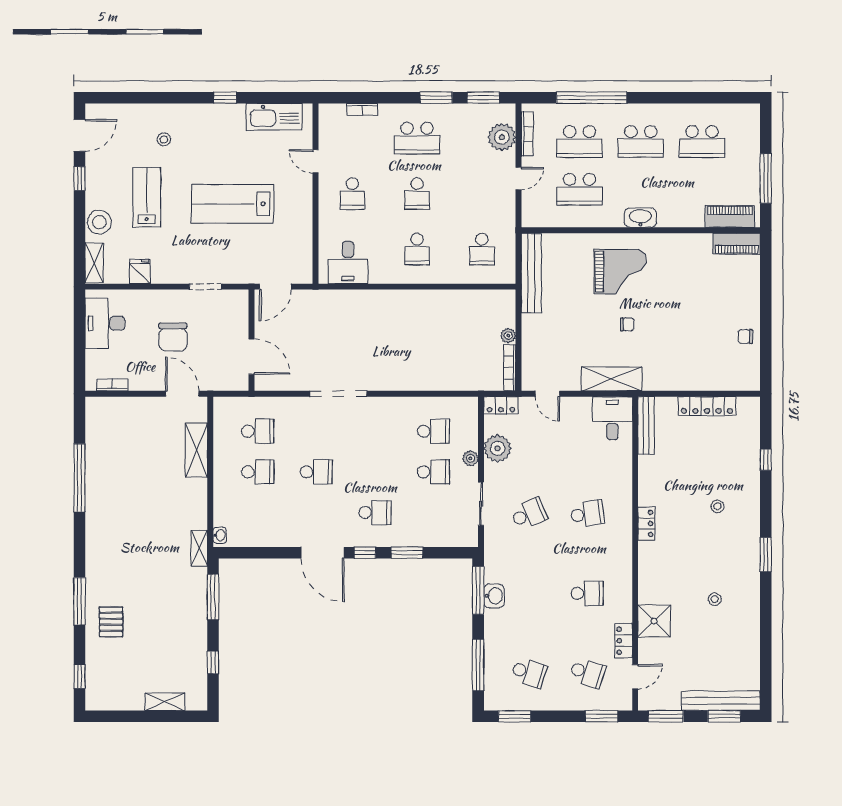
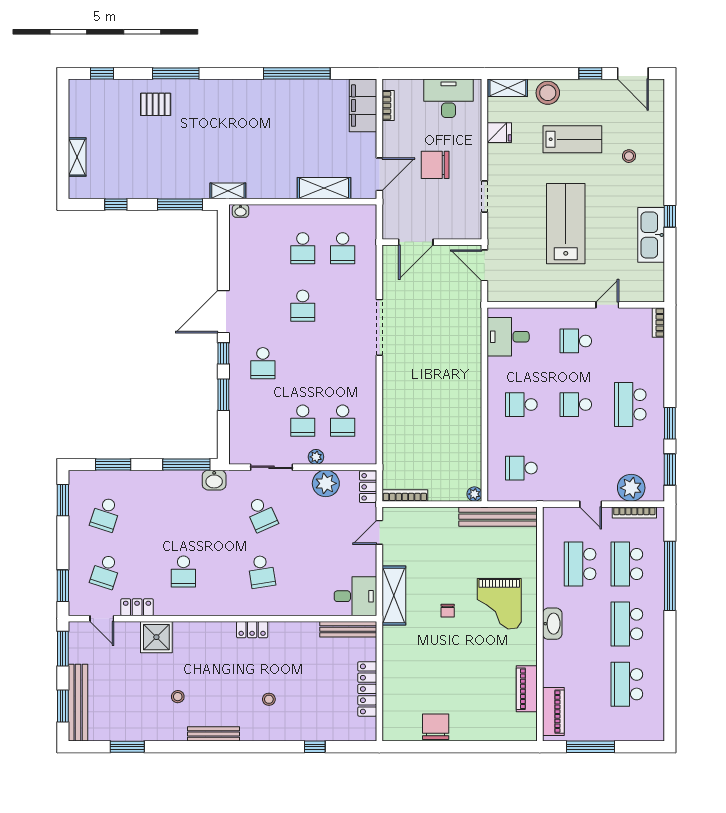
bookcase: (362, 109) -> (658, 323), moved
kitchen sink: (274, 117) -> (651, 235), moved
piano: (737, 244) -> (527, 689), moved
plant: (508, 336) -> (474, 494), moved
chair: (745, 336) -> (436, 727), width x1.87, depth x1.87
filing cabinet: (112, 410) -> (363, 106), added
window: (766, 555) -> (127, 747), moved
bench: (753, 563) -> (214, 734), added
washbasin: (494, 596) -> (214, 480), moved
window: (478, 665) -> (113, 464), width x0.69

